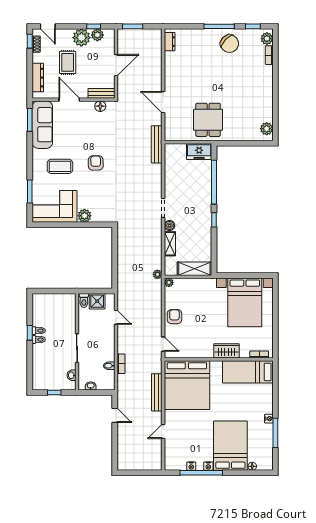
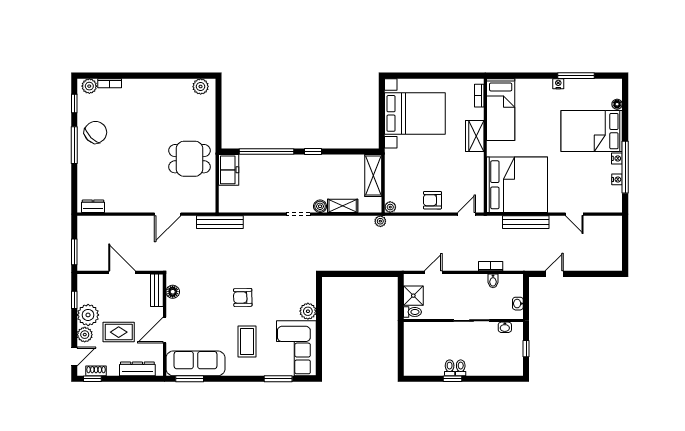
plant: (97, 35) -> (85, 335), moved

